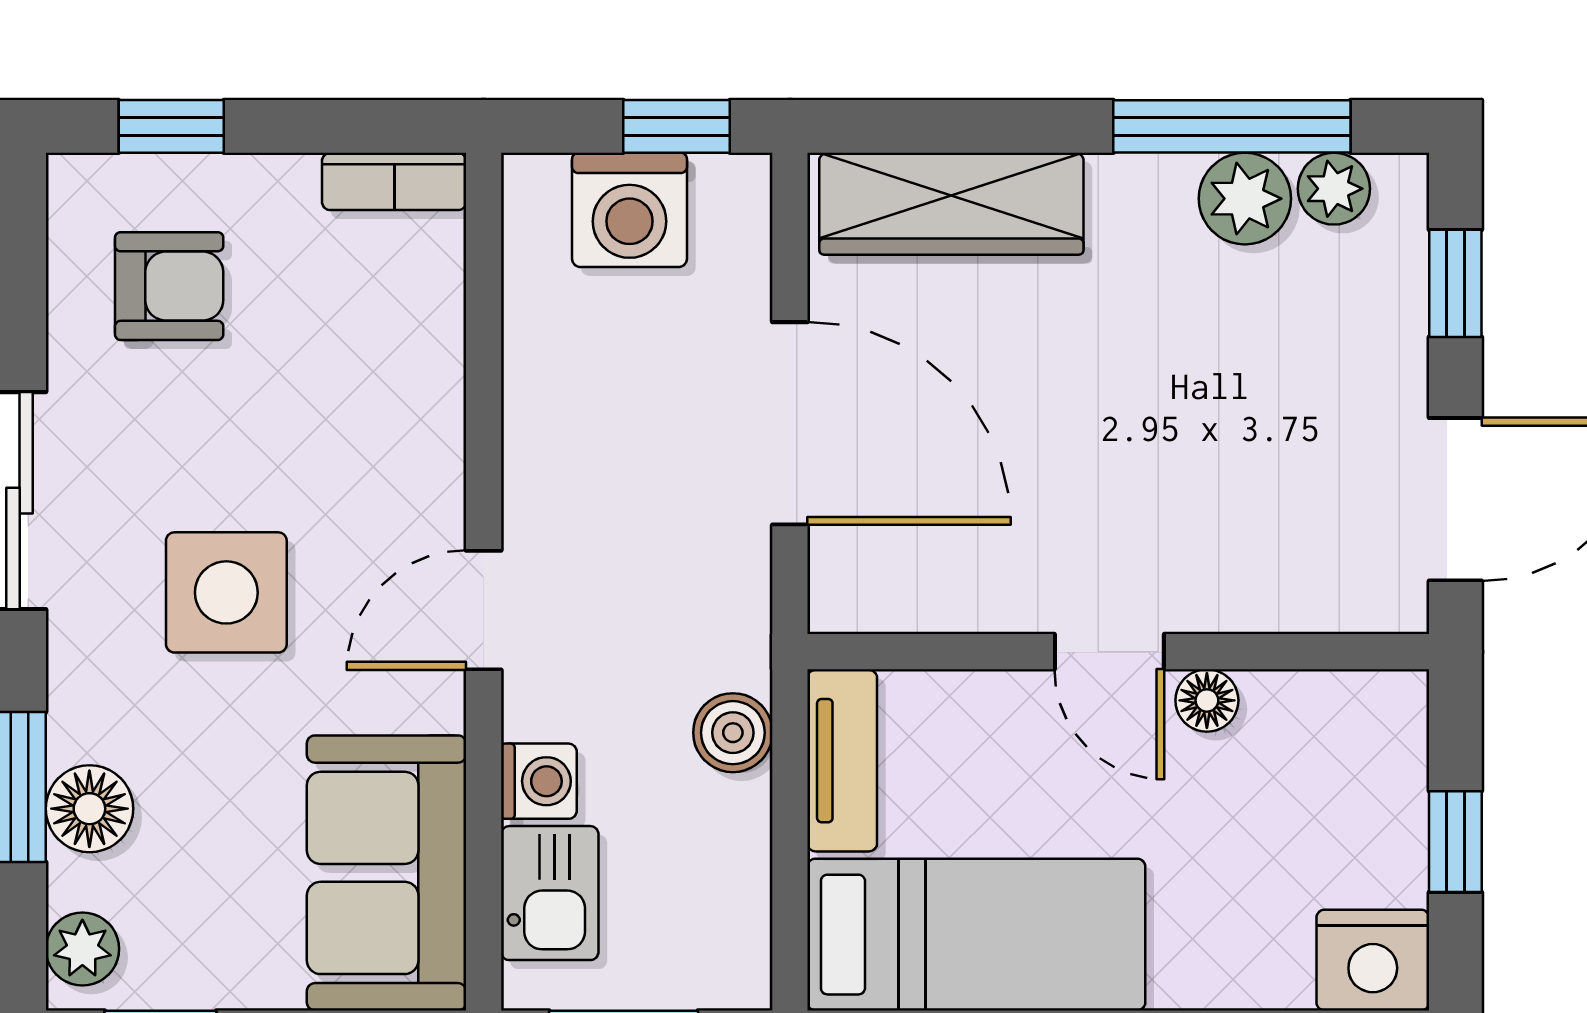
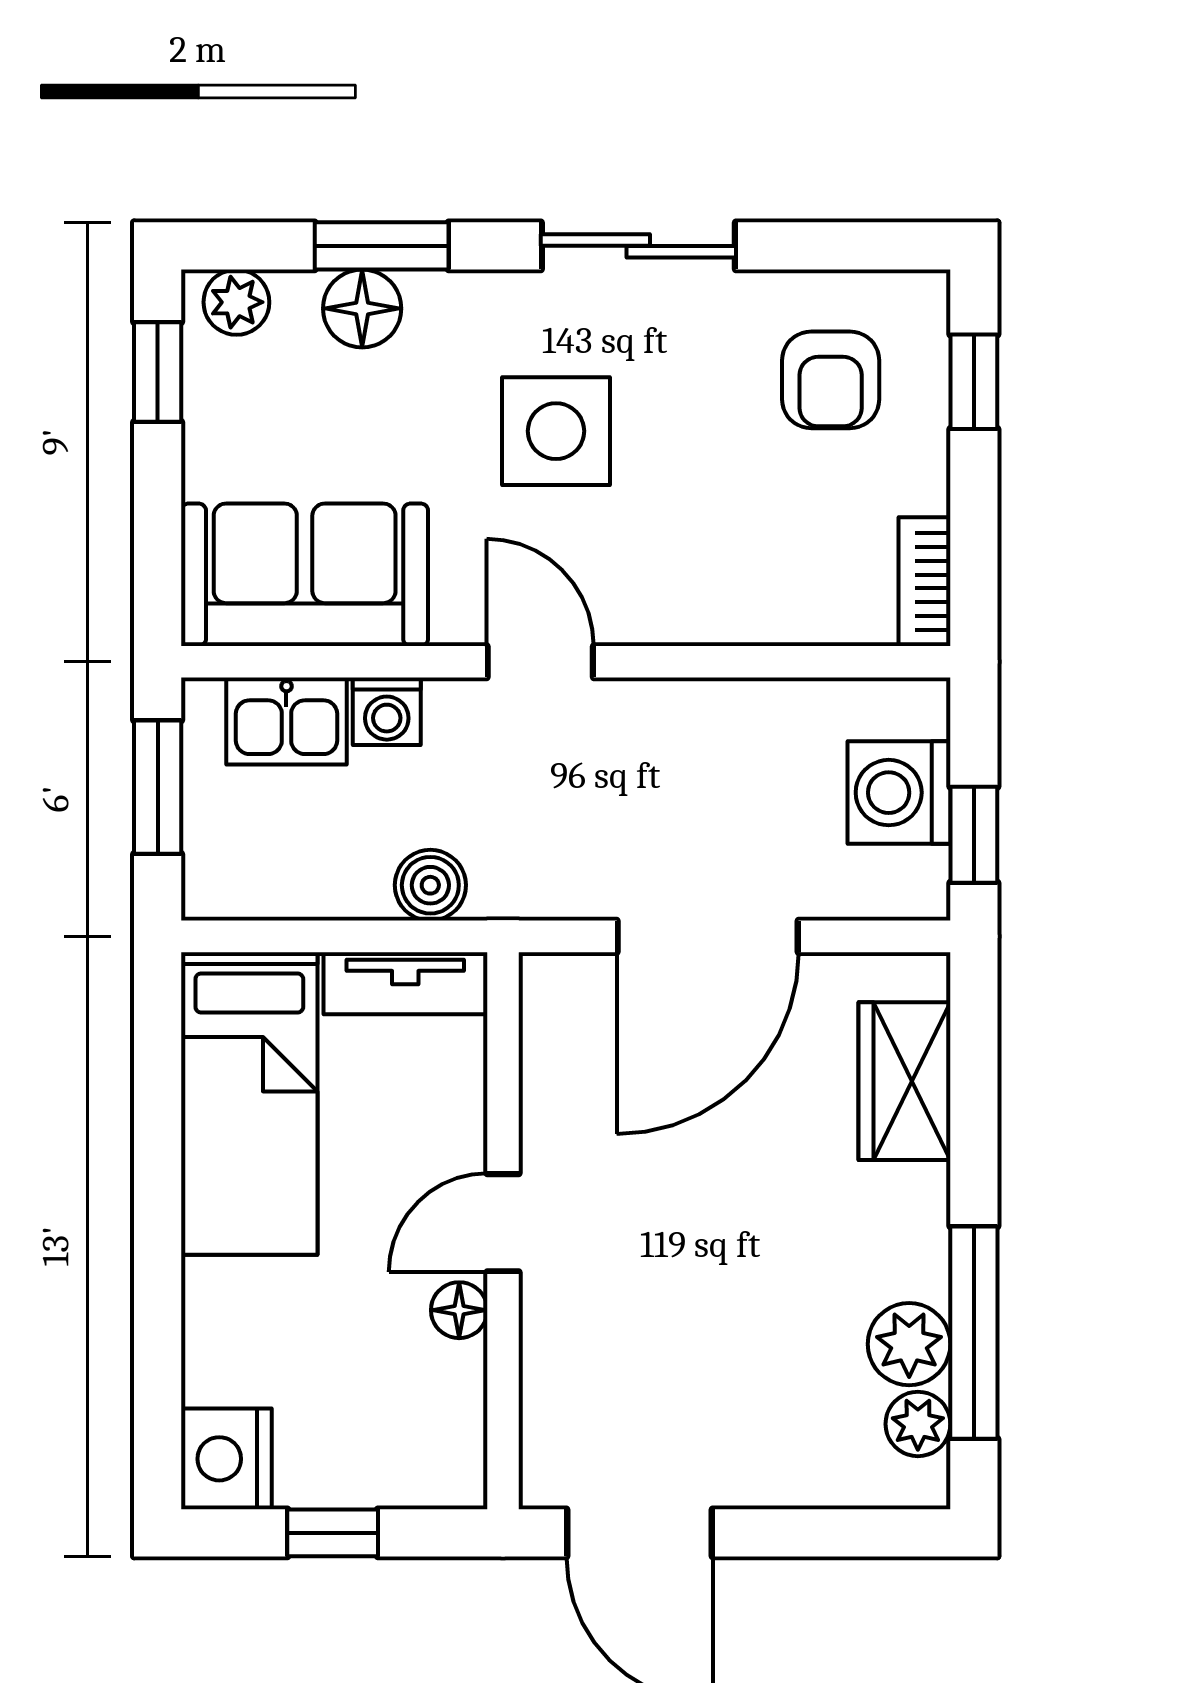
wardrobe: (951, 204) -> (904, 1081), width x0.67
window: (1455, 283) -> (833, 1533), removed

